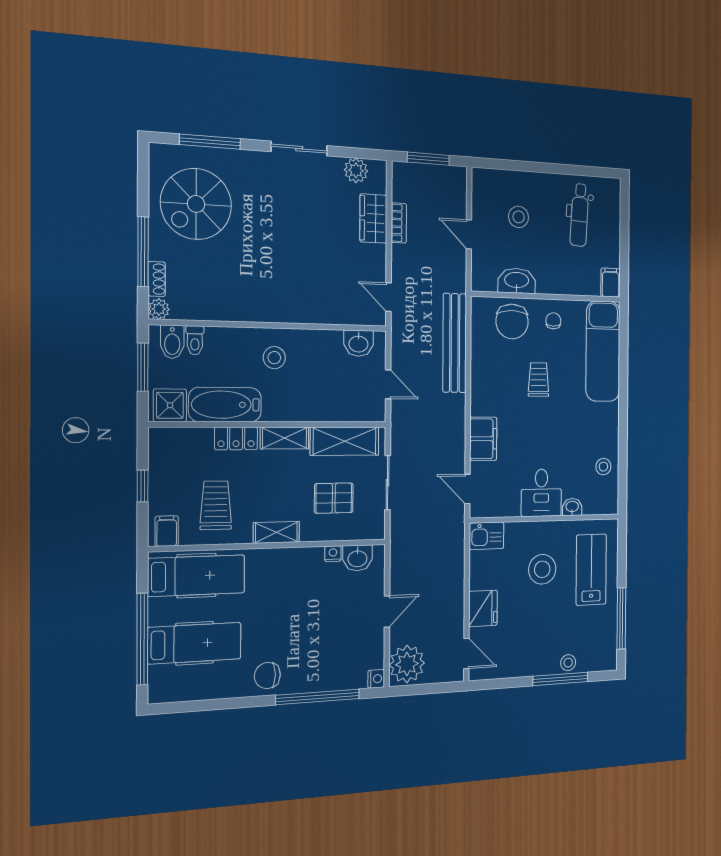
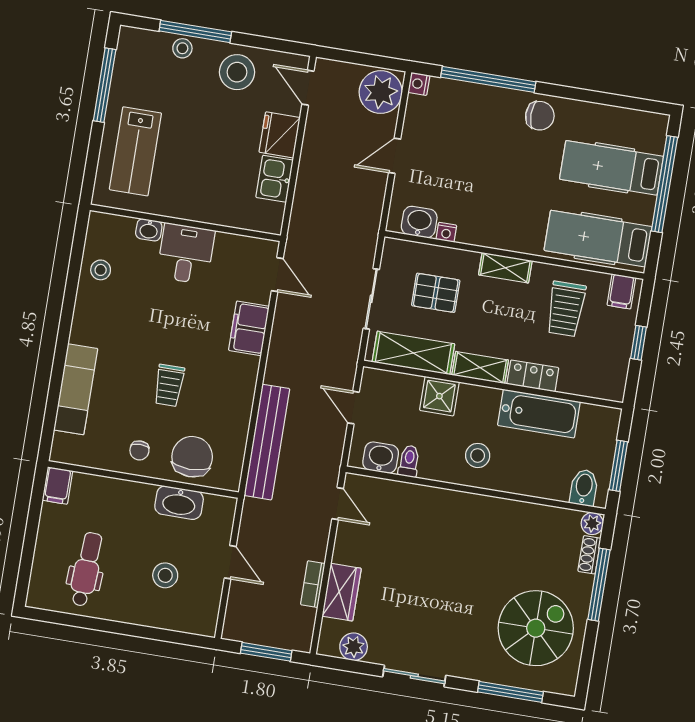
toilet: (195, 340) -> (409, 461), moved
exam couch: (603, 351) -> (76, 389), width x0.73, depth x0.69
shower: (170, 405) -> (439, 396), moved
kitchen sink: (486, 536) -> (275, 179), moved, turned -90
stool: (542, 569) -> (237, 72), moved

